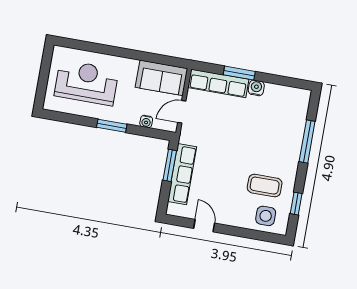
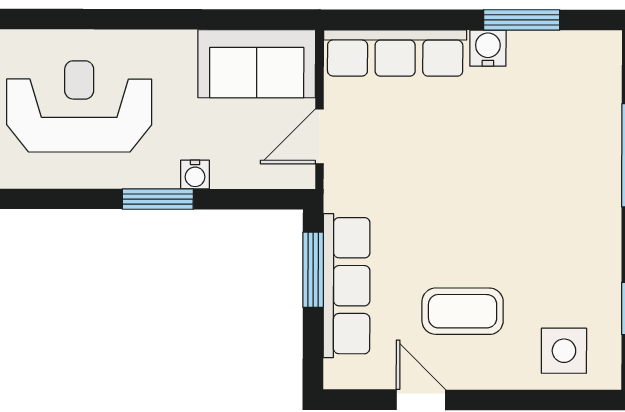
window: (239, 73) -> (522, 20), moved
water cooler: (146, 122) -> (195, 175), moved
coffee table: (265, 186) -> (463, 311), moved

